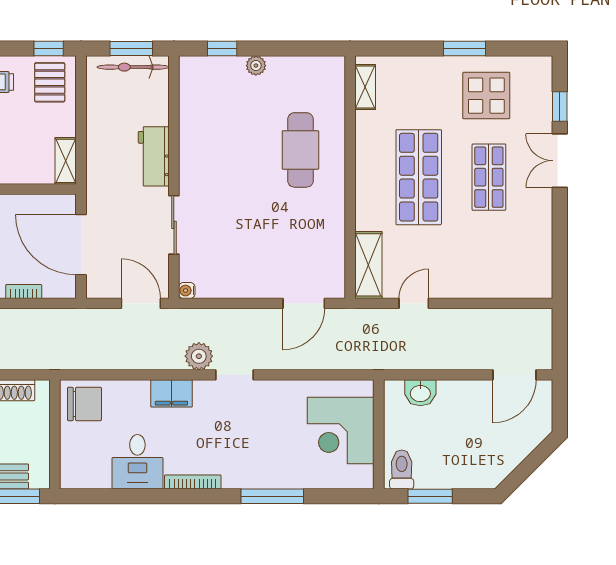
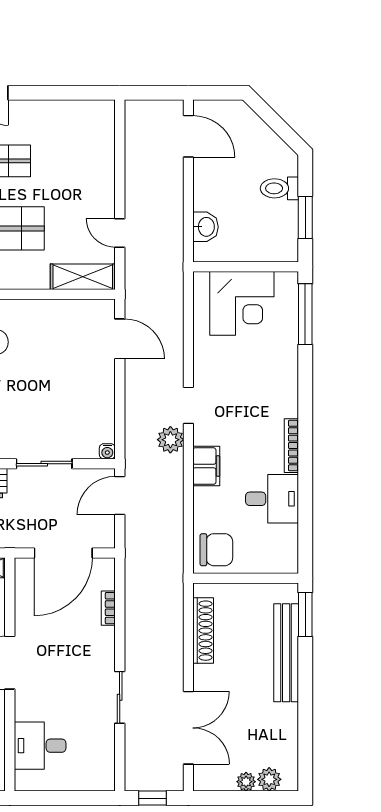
chair: (84, 404) -> (216, 550), turned 90
toilet: (402, 469) -> (279, 188), moved
window: (272, 496) -> (305, 314), moved

